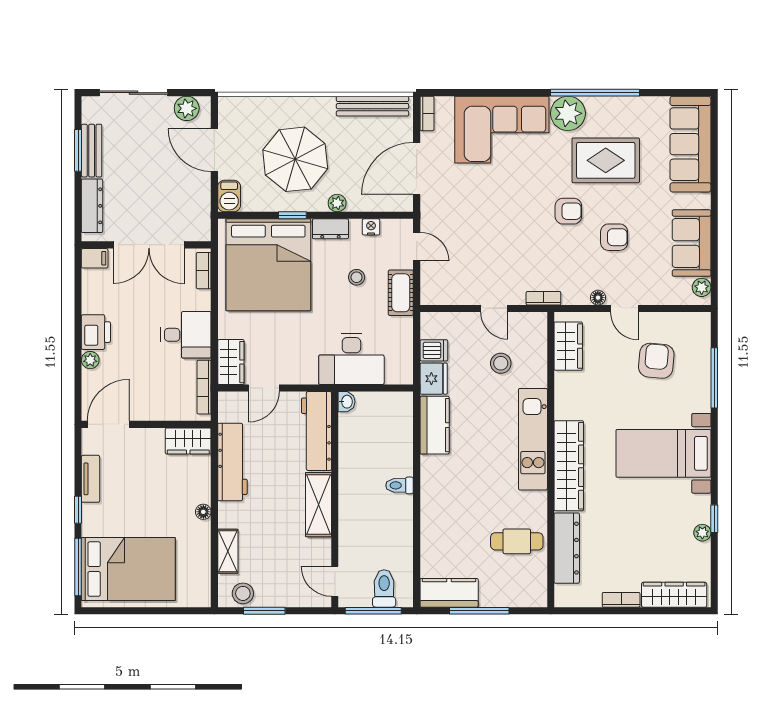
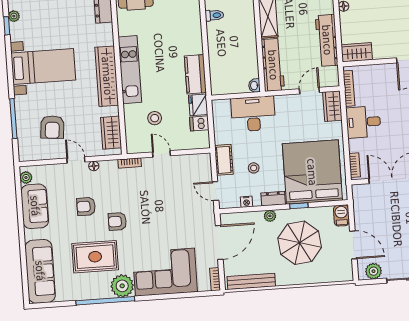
wardrobe: (569, 466) -> (107, 76), moved
toilet: (400, 485) -> (214, 15), moved

